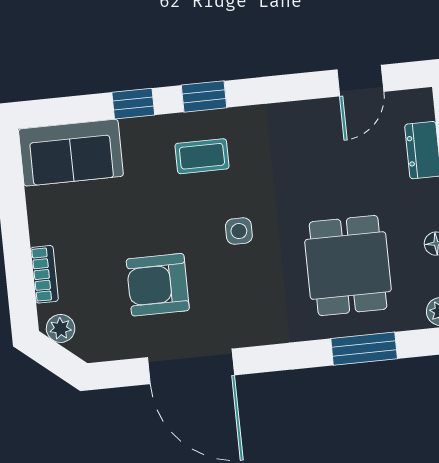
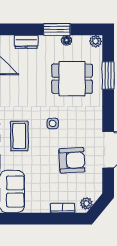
coffee table: (202, 156) -> (19, 136), width x1.36, depth x1.30
armchair: (158, 285) -> (72, 160), turned -93

